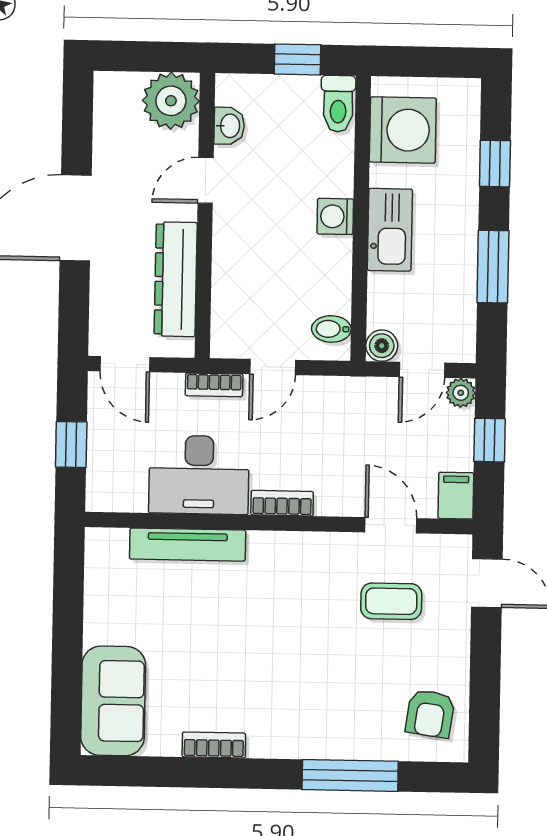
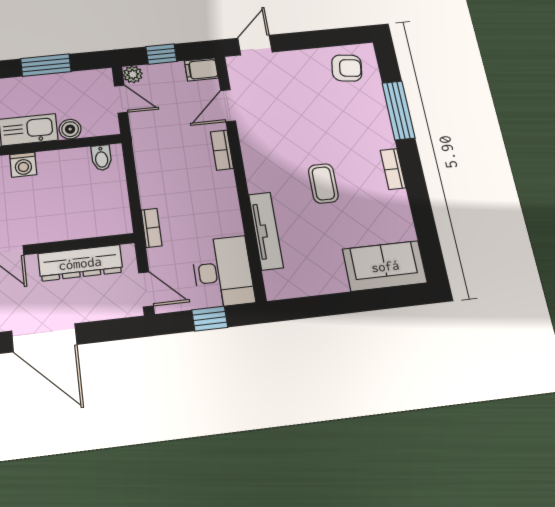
boiler: (382, 346) -> (70, 129), moved
door: (125, 364) -> (146, 289), hinge flipped
door: (273, 367) -> (133, 192), removed
desk: (199, 475) -> (223, 272), moved
bookcase: (282, 503) -> (222, 150), moved
coffee table: (391, 601) -> (323, 183), moved
bookcase: (214, 745) -> (393, 169), moved

